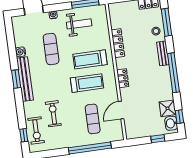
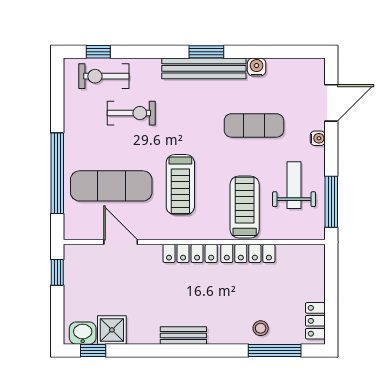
weight bench: (79, 24) -> (294, 185), turned 180
bench: (163, 53) -> (183, 335), moved
treadmill: (90, 59) -> (245, 207), moved
window: (173, 73) -> (177, 350), removed
locker: (123, 78) -> (190, 253), width x1.53
exercise mat: (93, 119) -> (111, 186), width x1.36, depth x1.45
window: (158, 139) -> (57, 272), moved

